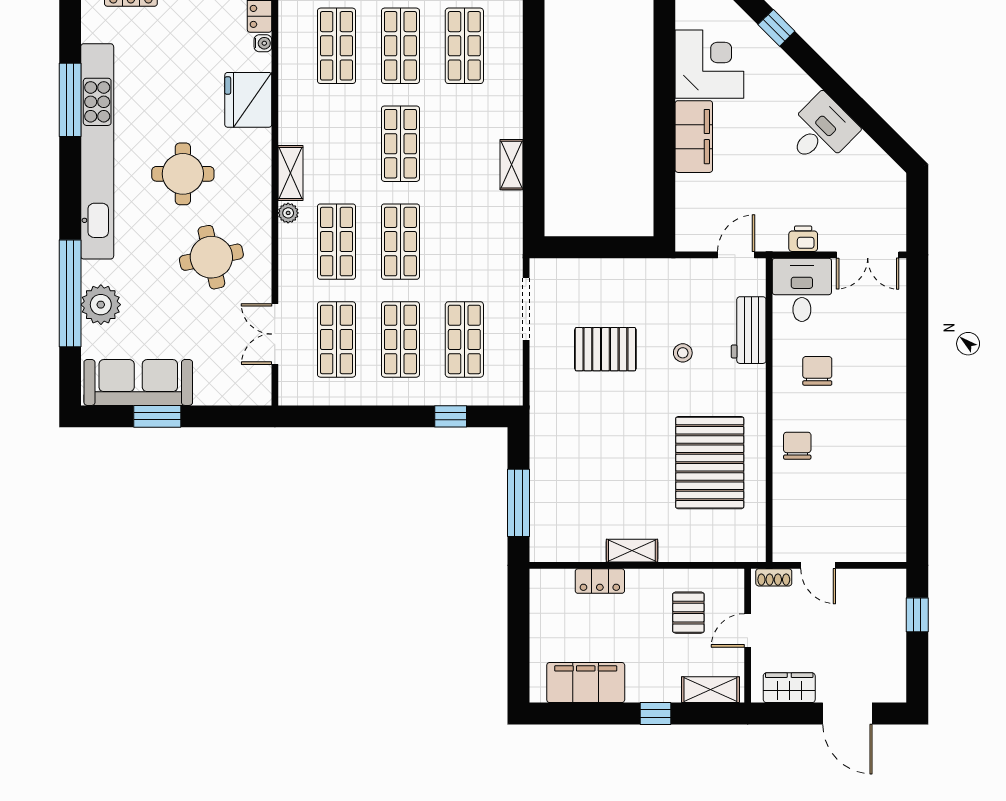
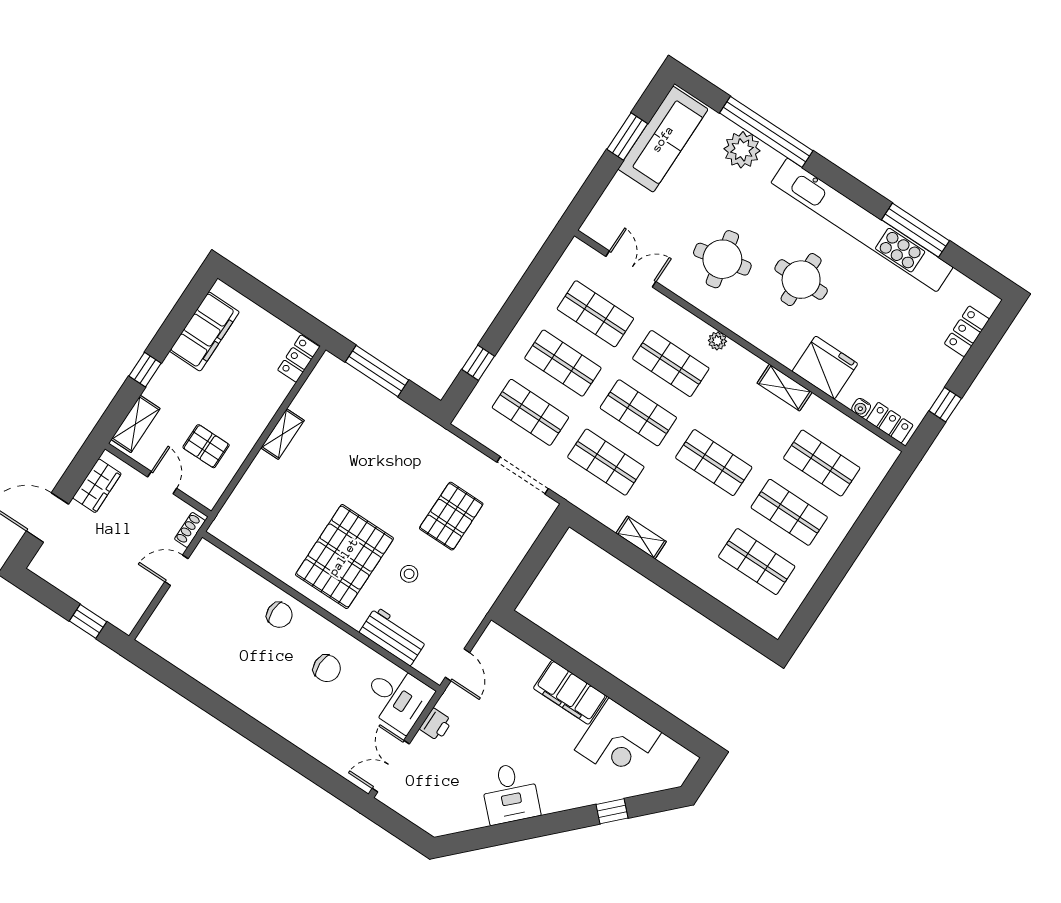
shelving: (290, 173) -> (785, 388), moved
shop shelf: (464, 242) -> (606, 462), added
pallet: (710, 463) -> (344, 557), moved, turned 90
locker: (600, 581) -> (299, 359), moved

